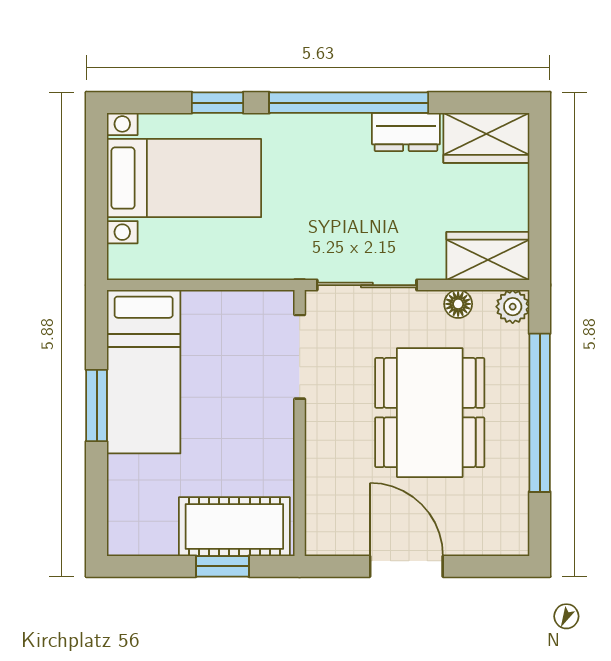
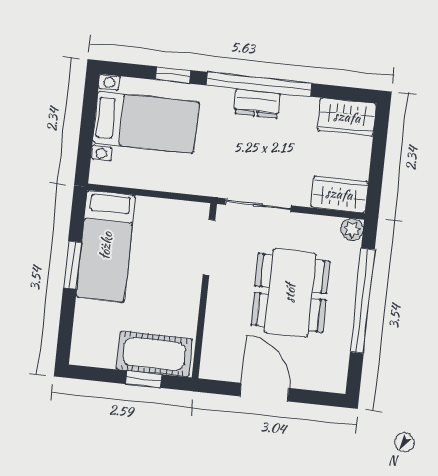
dresser: (406, 132) -> (257, 104), moved
floor lamp: (458, 304) -> (317, 224), removed

